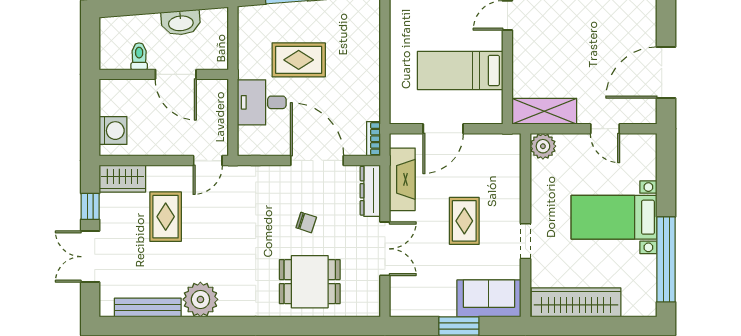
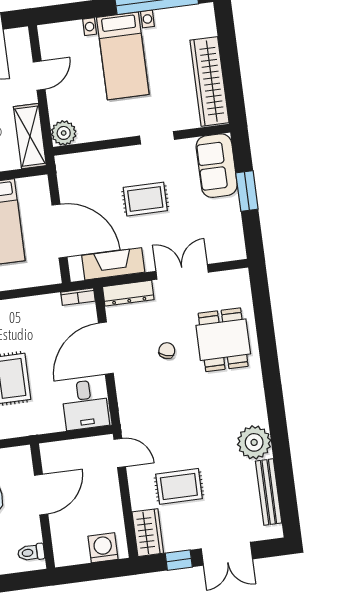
toilet: (139, 56) -> (31, 552), moved
desk: (262, 102) -> (85, 405), moved
door: (443, 129) -> (60, 231), width x1.36

